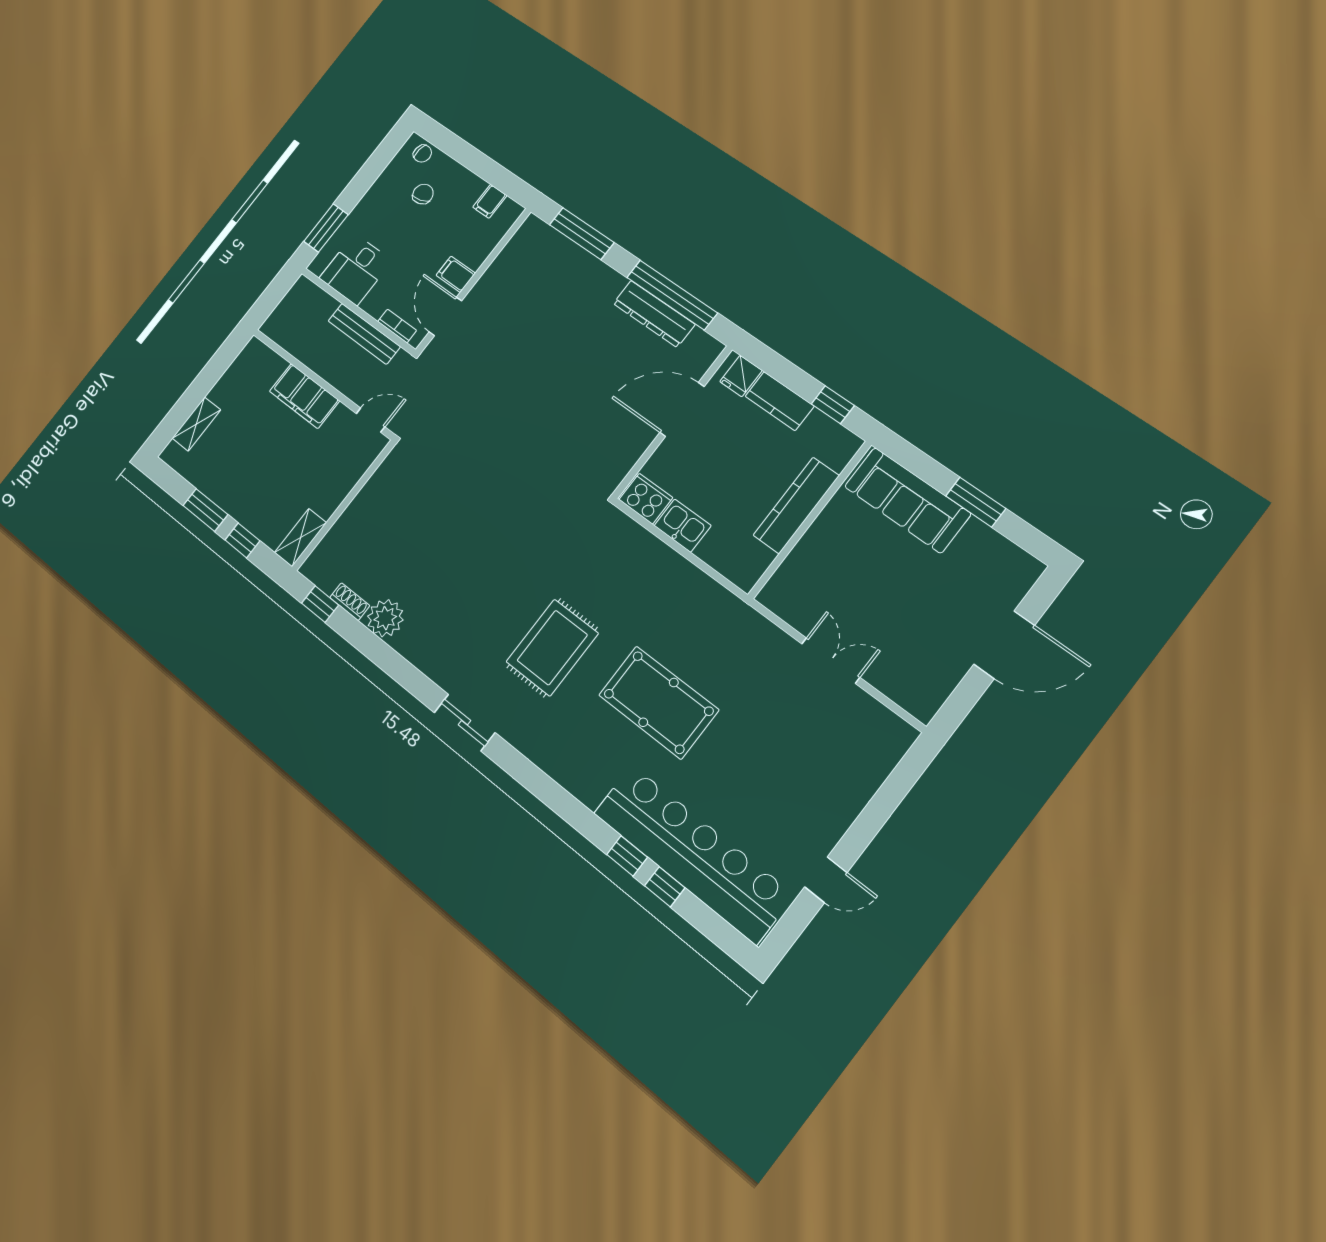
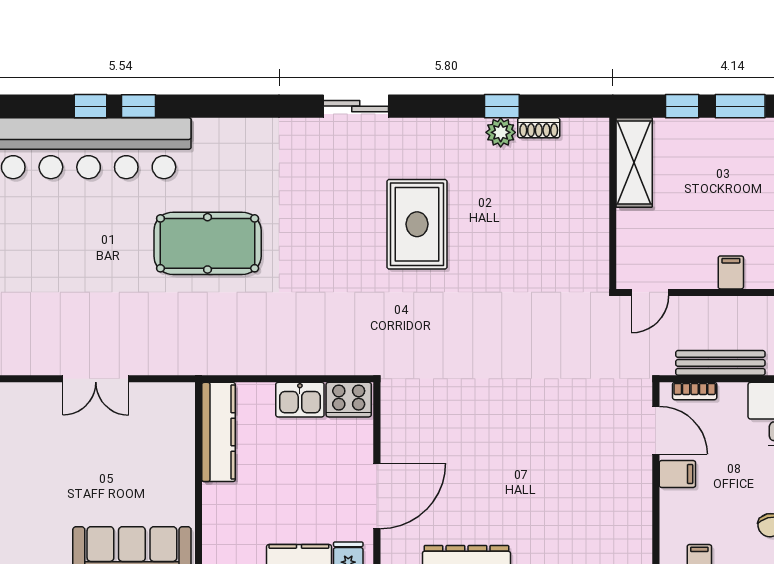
filing cabinet: (304, 396) -> (731, 272), width x0.33, depth x0.86
kitchen counter: (796, 505) -> (219, 432), moved
shelving: (300, 538) -> (634, 162), width x1.50, depth x1.33
window: (320, 604) -> (502, 106), moved
plant: (385, 618) -> (501, 132), width x0.73, depth x0.73
rug: (552, 648) -> (417, 224), moved

